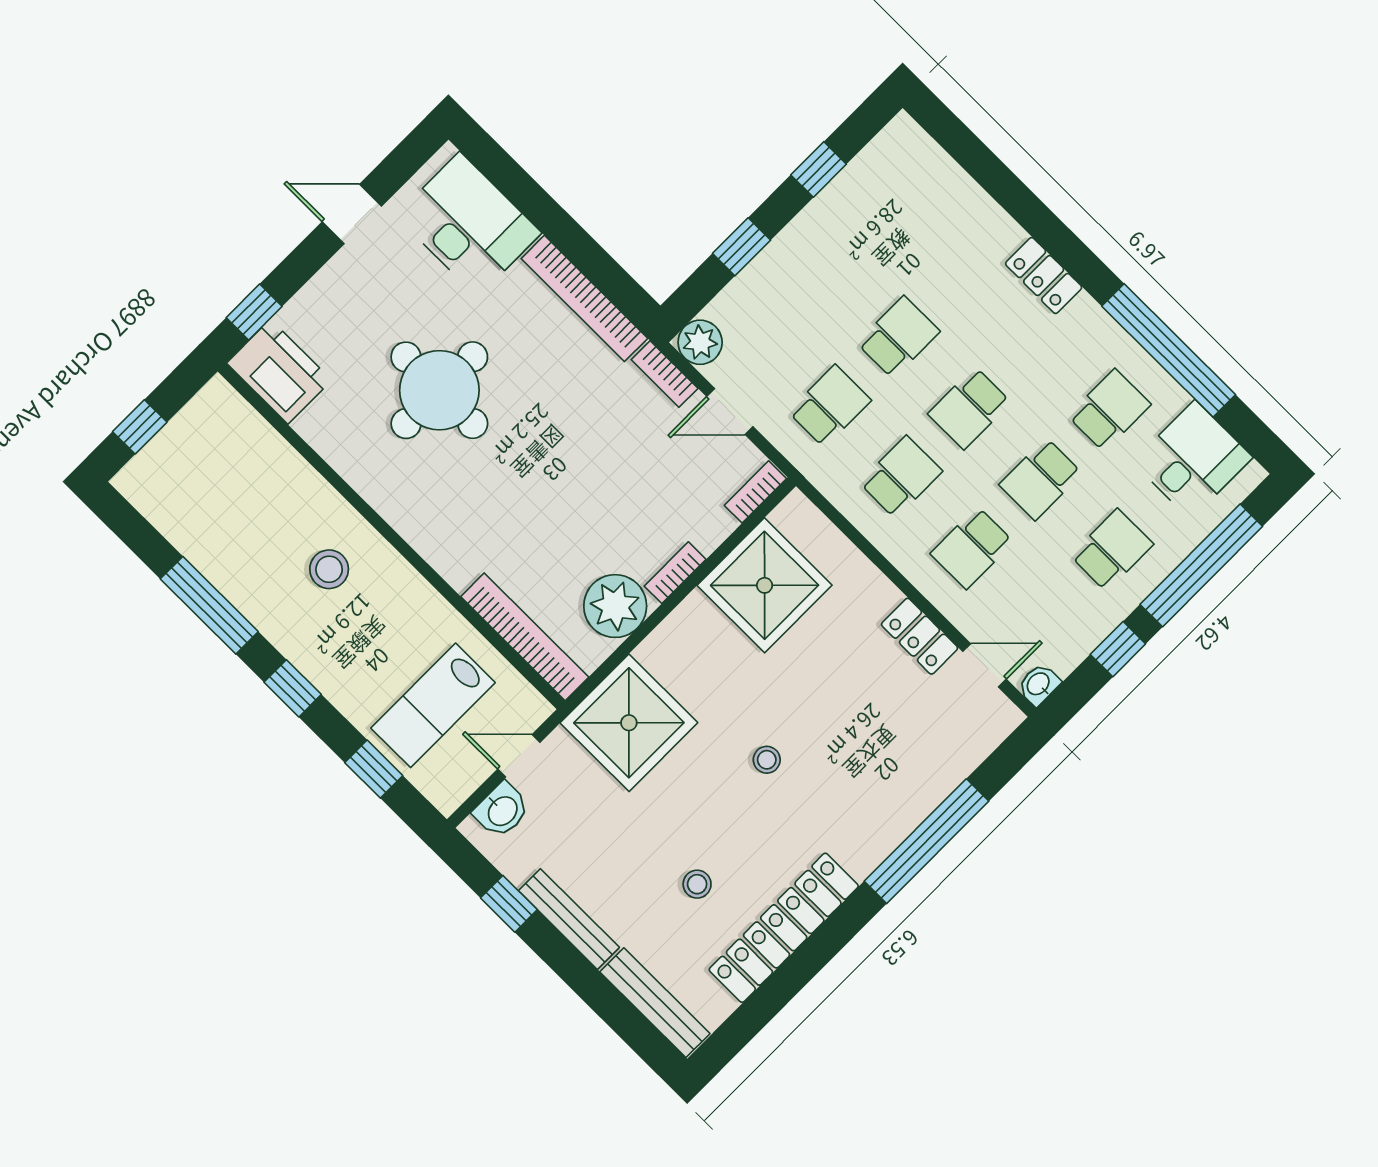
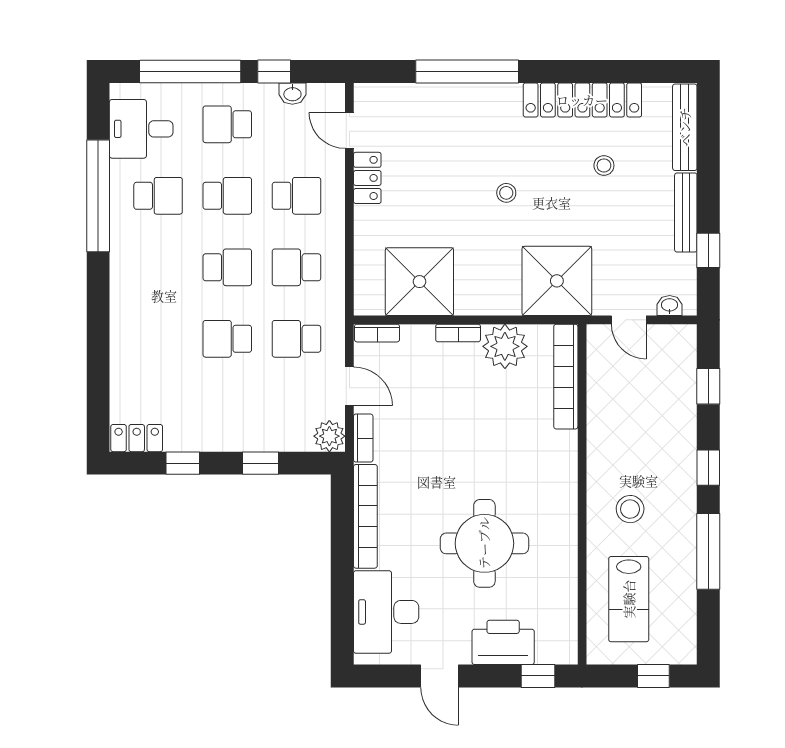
locker: (1044, 276) -> (137, 438), moved, turned -90
printer: (279, 372) -> (503, 642), moved, turned 90
school desk: (1109, 410) -> (158, 196), turned 180
washbasin: (1039, 684) -> (292, 94), moved
lab bench: (433, 705) -> (629, 599), moved, turned 90
washbasin: (502, 810) -> (670, 305), width x0.72, depth x0.69

